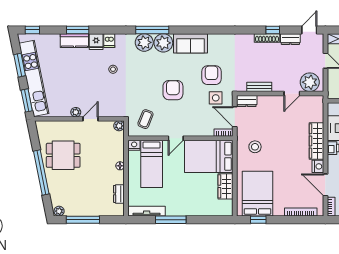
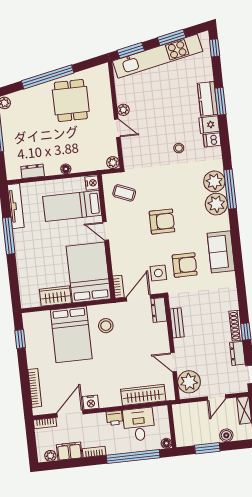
sofa: (191, 43) -> (221, 252), moved
wardrobe: (317, 141) -> (143, 395), moved
bed: (258, 194) -> (71, 334), moved, turned 90

